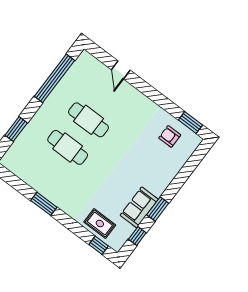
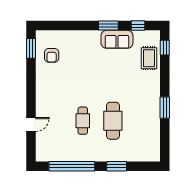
cafe table: (89, 120) -> (83, 121), width x0.73, depth x0.74
window: (16, 129) -> (117, 166), moved

